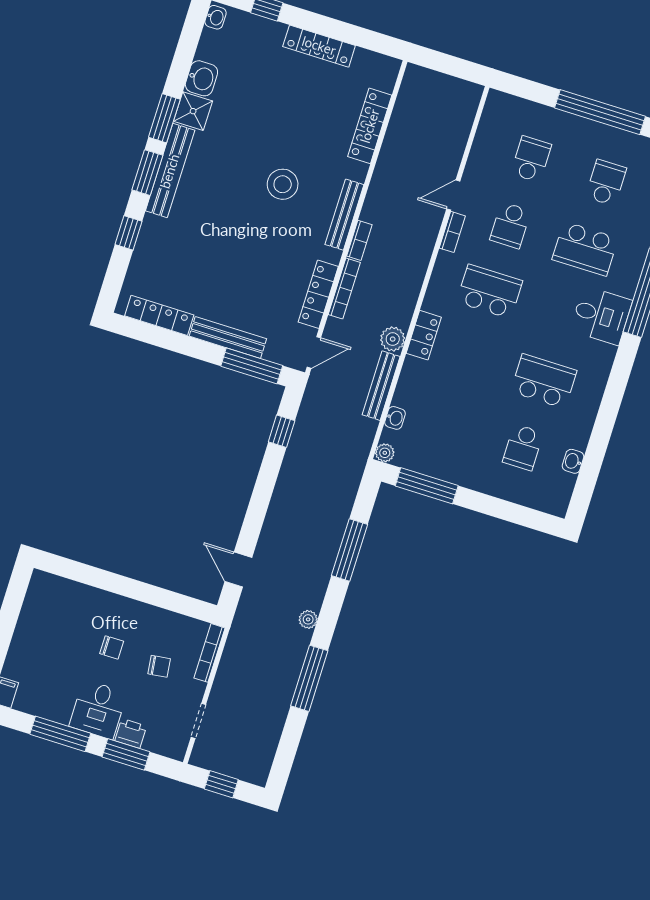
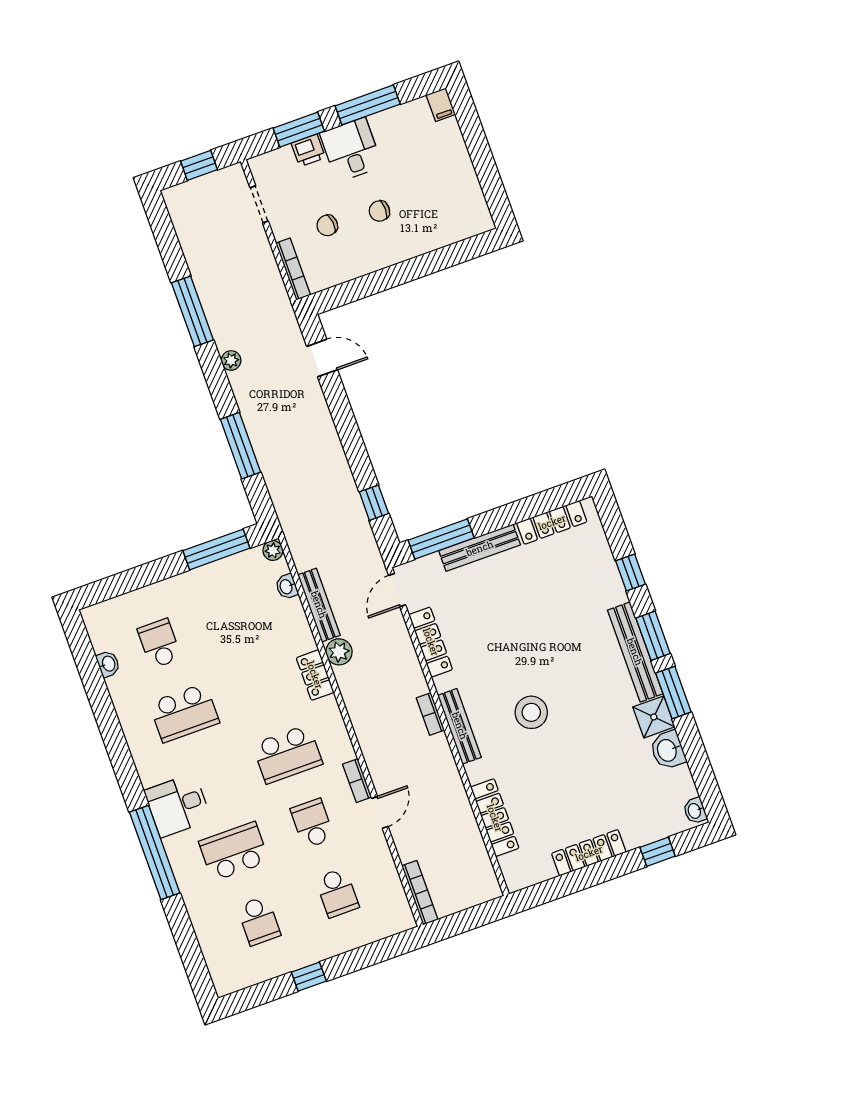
window: (600, 112) -> (309, 977), width x0.32
bookcase: (344, 288) -> (420, 893), moved, turned 180

